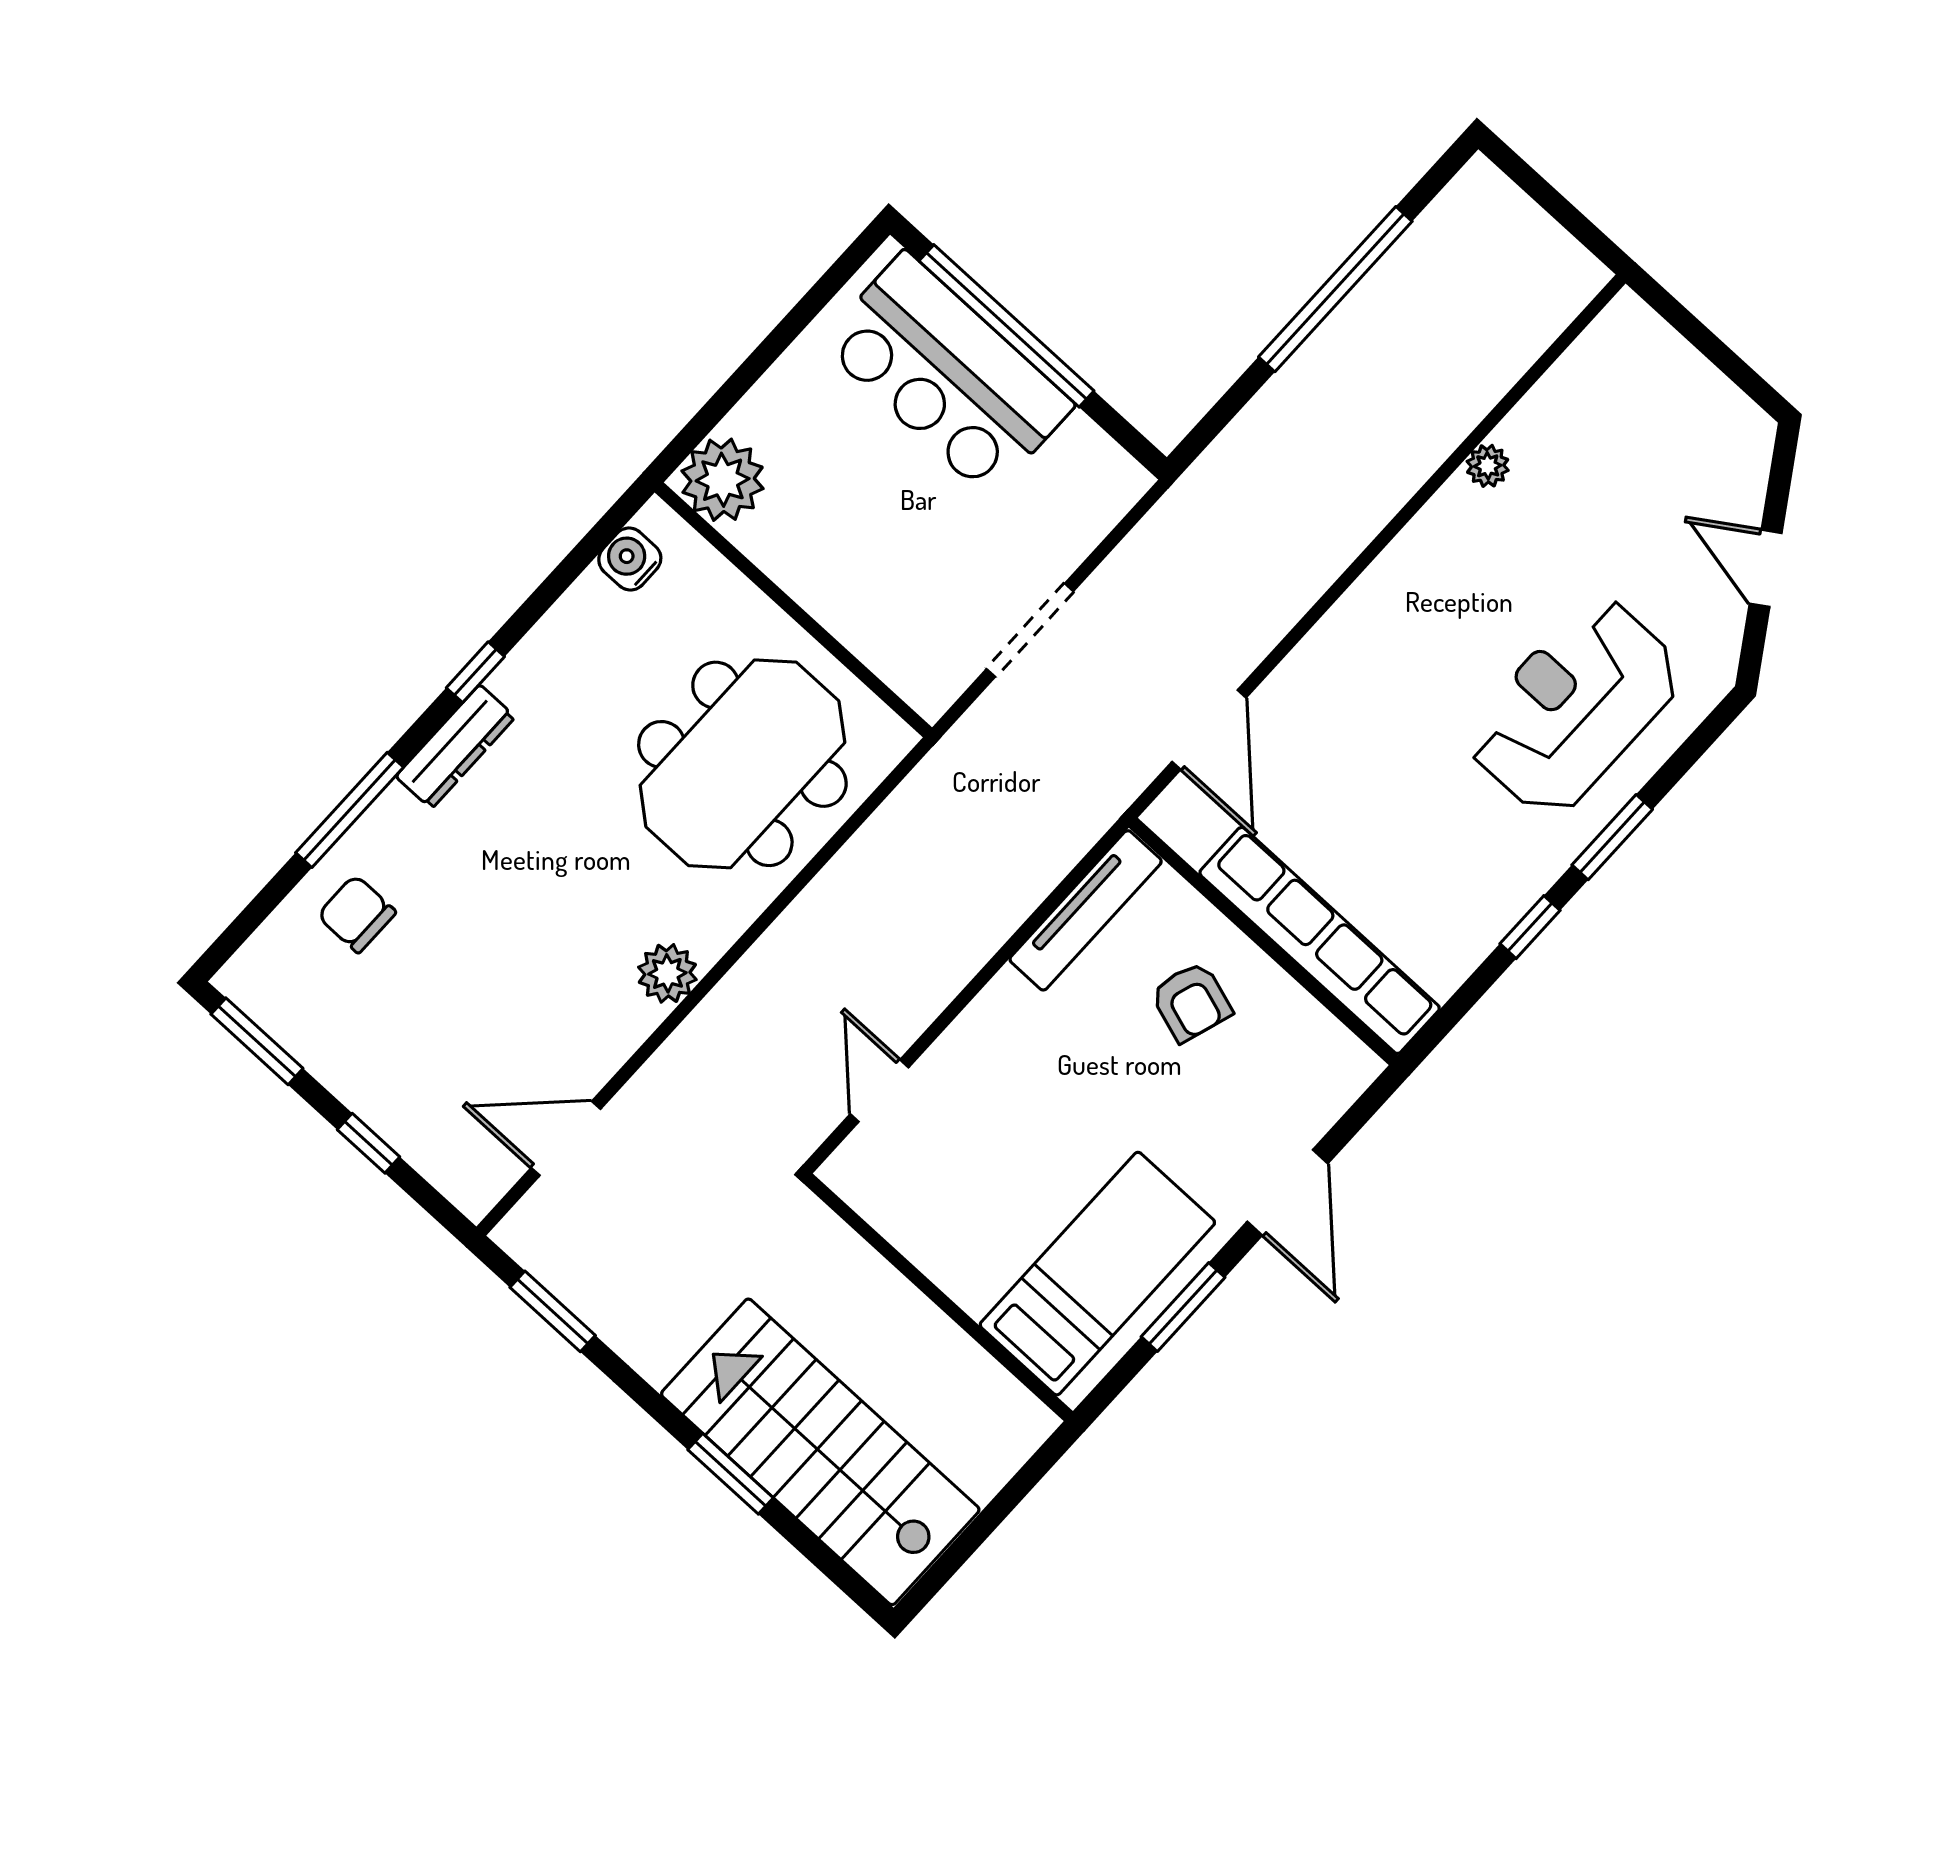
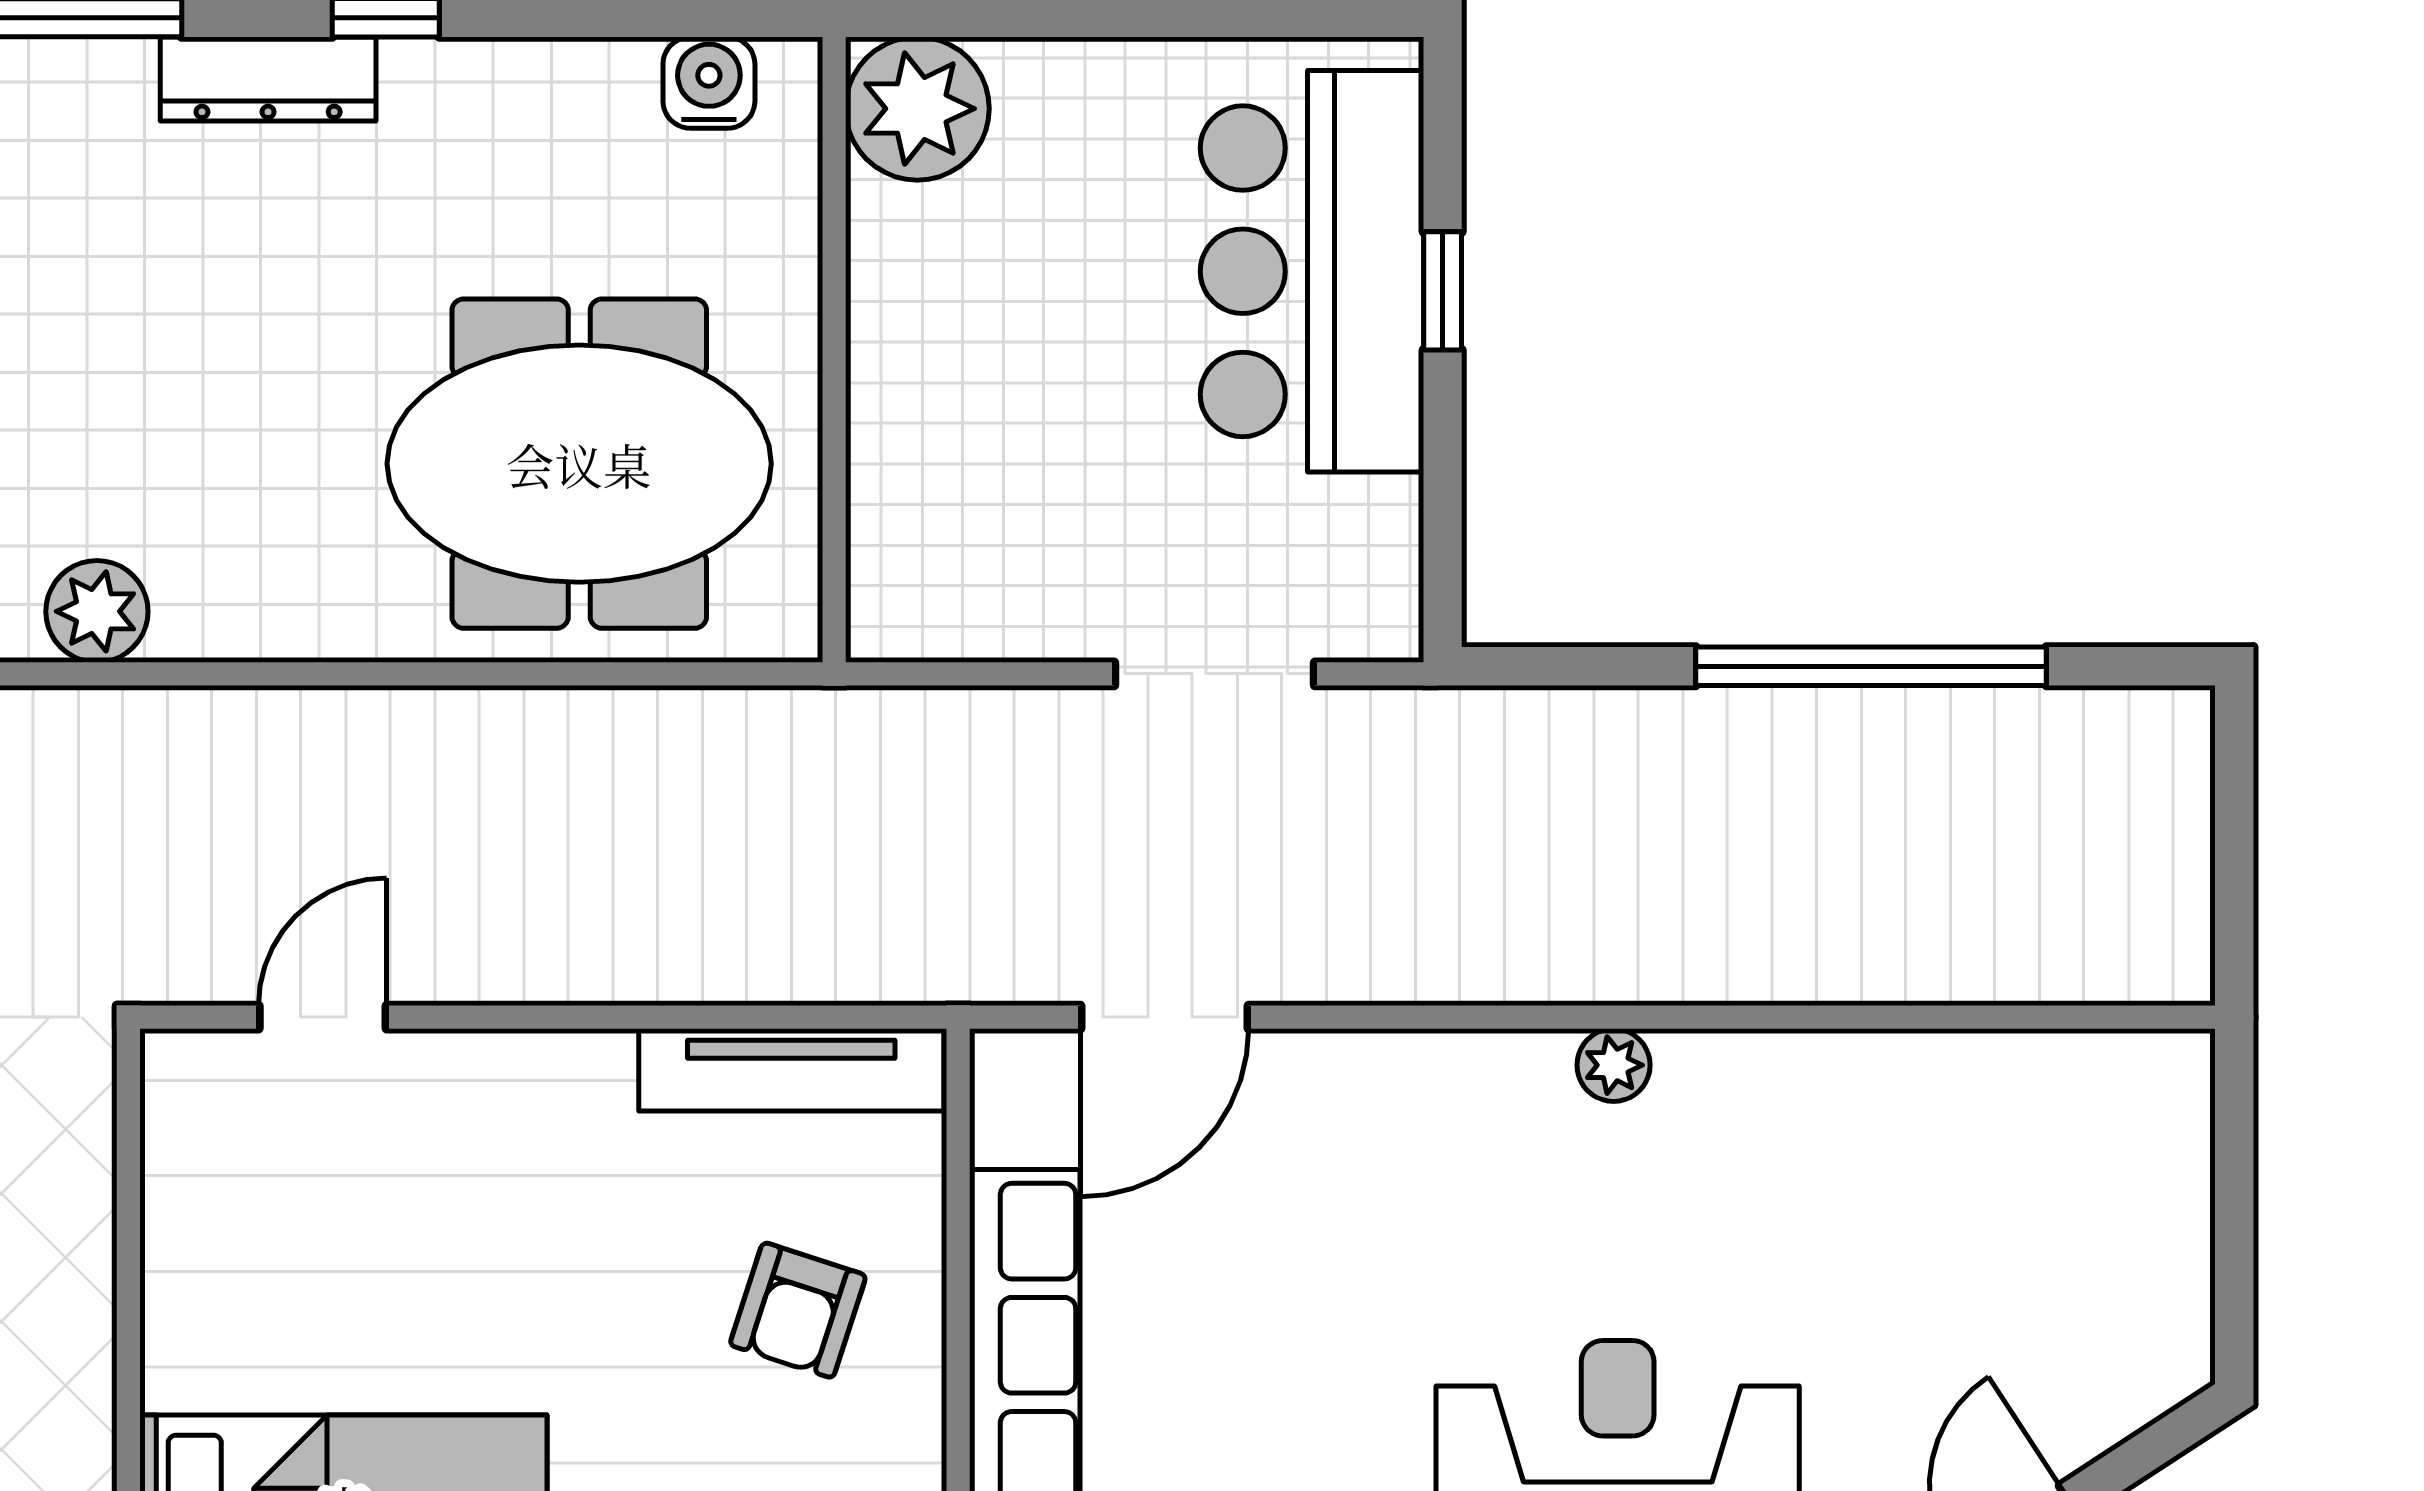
window: (1007, 326) -> (1443, 291), width x0.32
plant: (1488, 466) -> (1614, 1065), moved
doorway: (1030, 630) -> (1214, 674), moved
plant: (667, 973) -> (97, 611), moved

